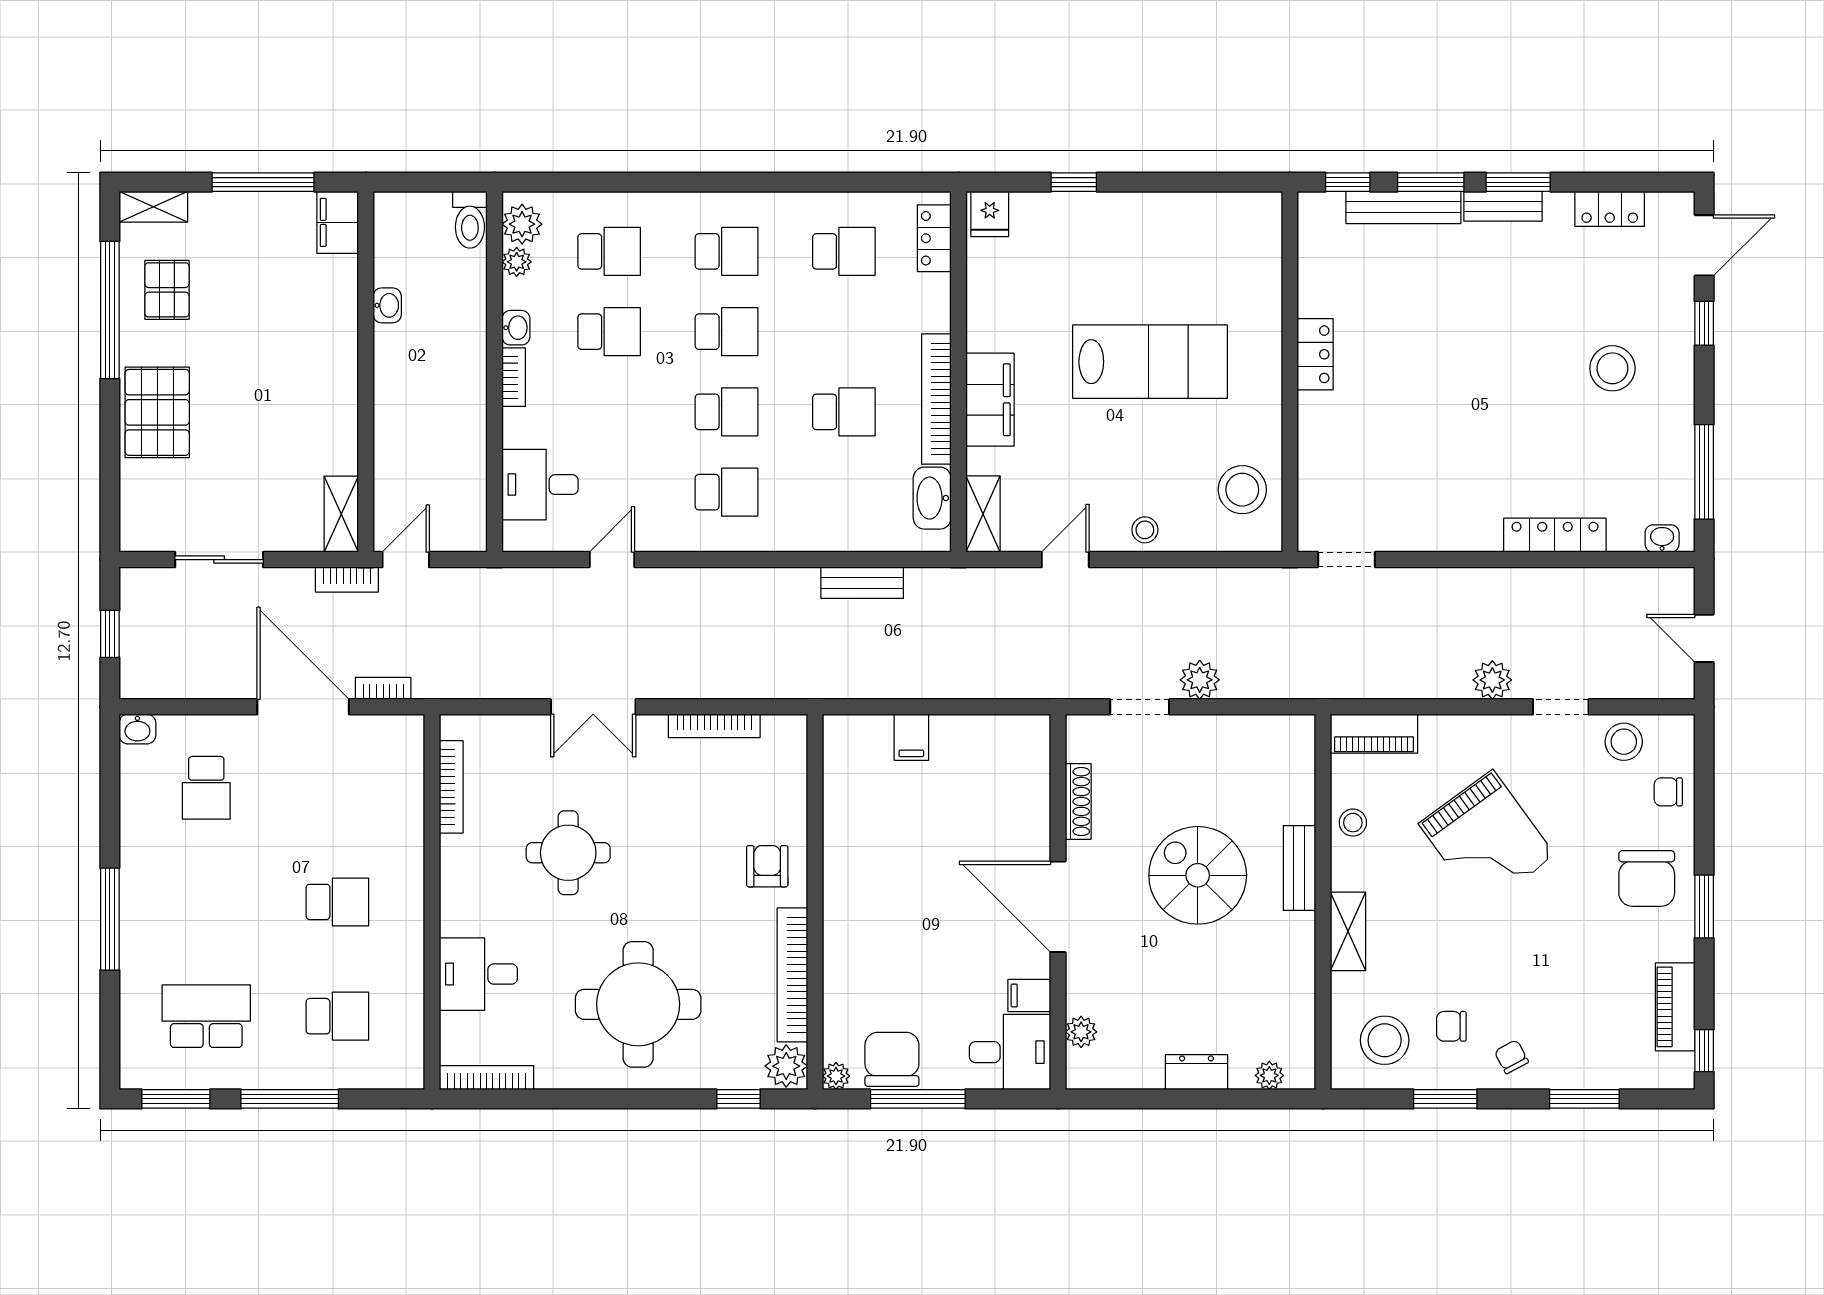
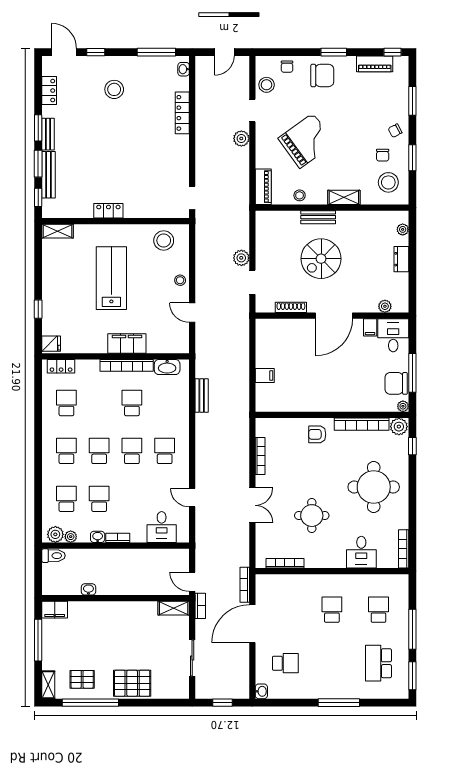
shelving: (983, 514) -> (57, 231), moved
bookcase: (383, 688) -> (245, 585), width x1.56

